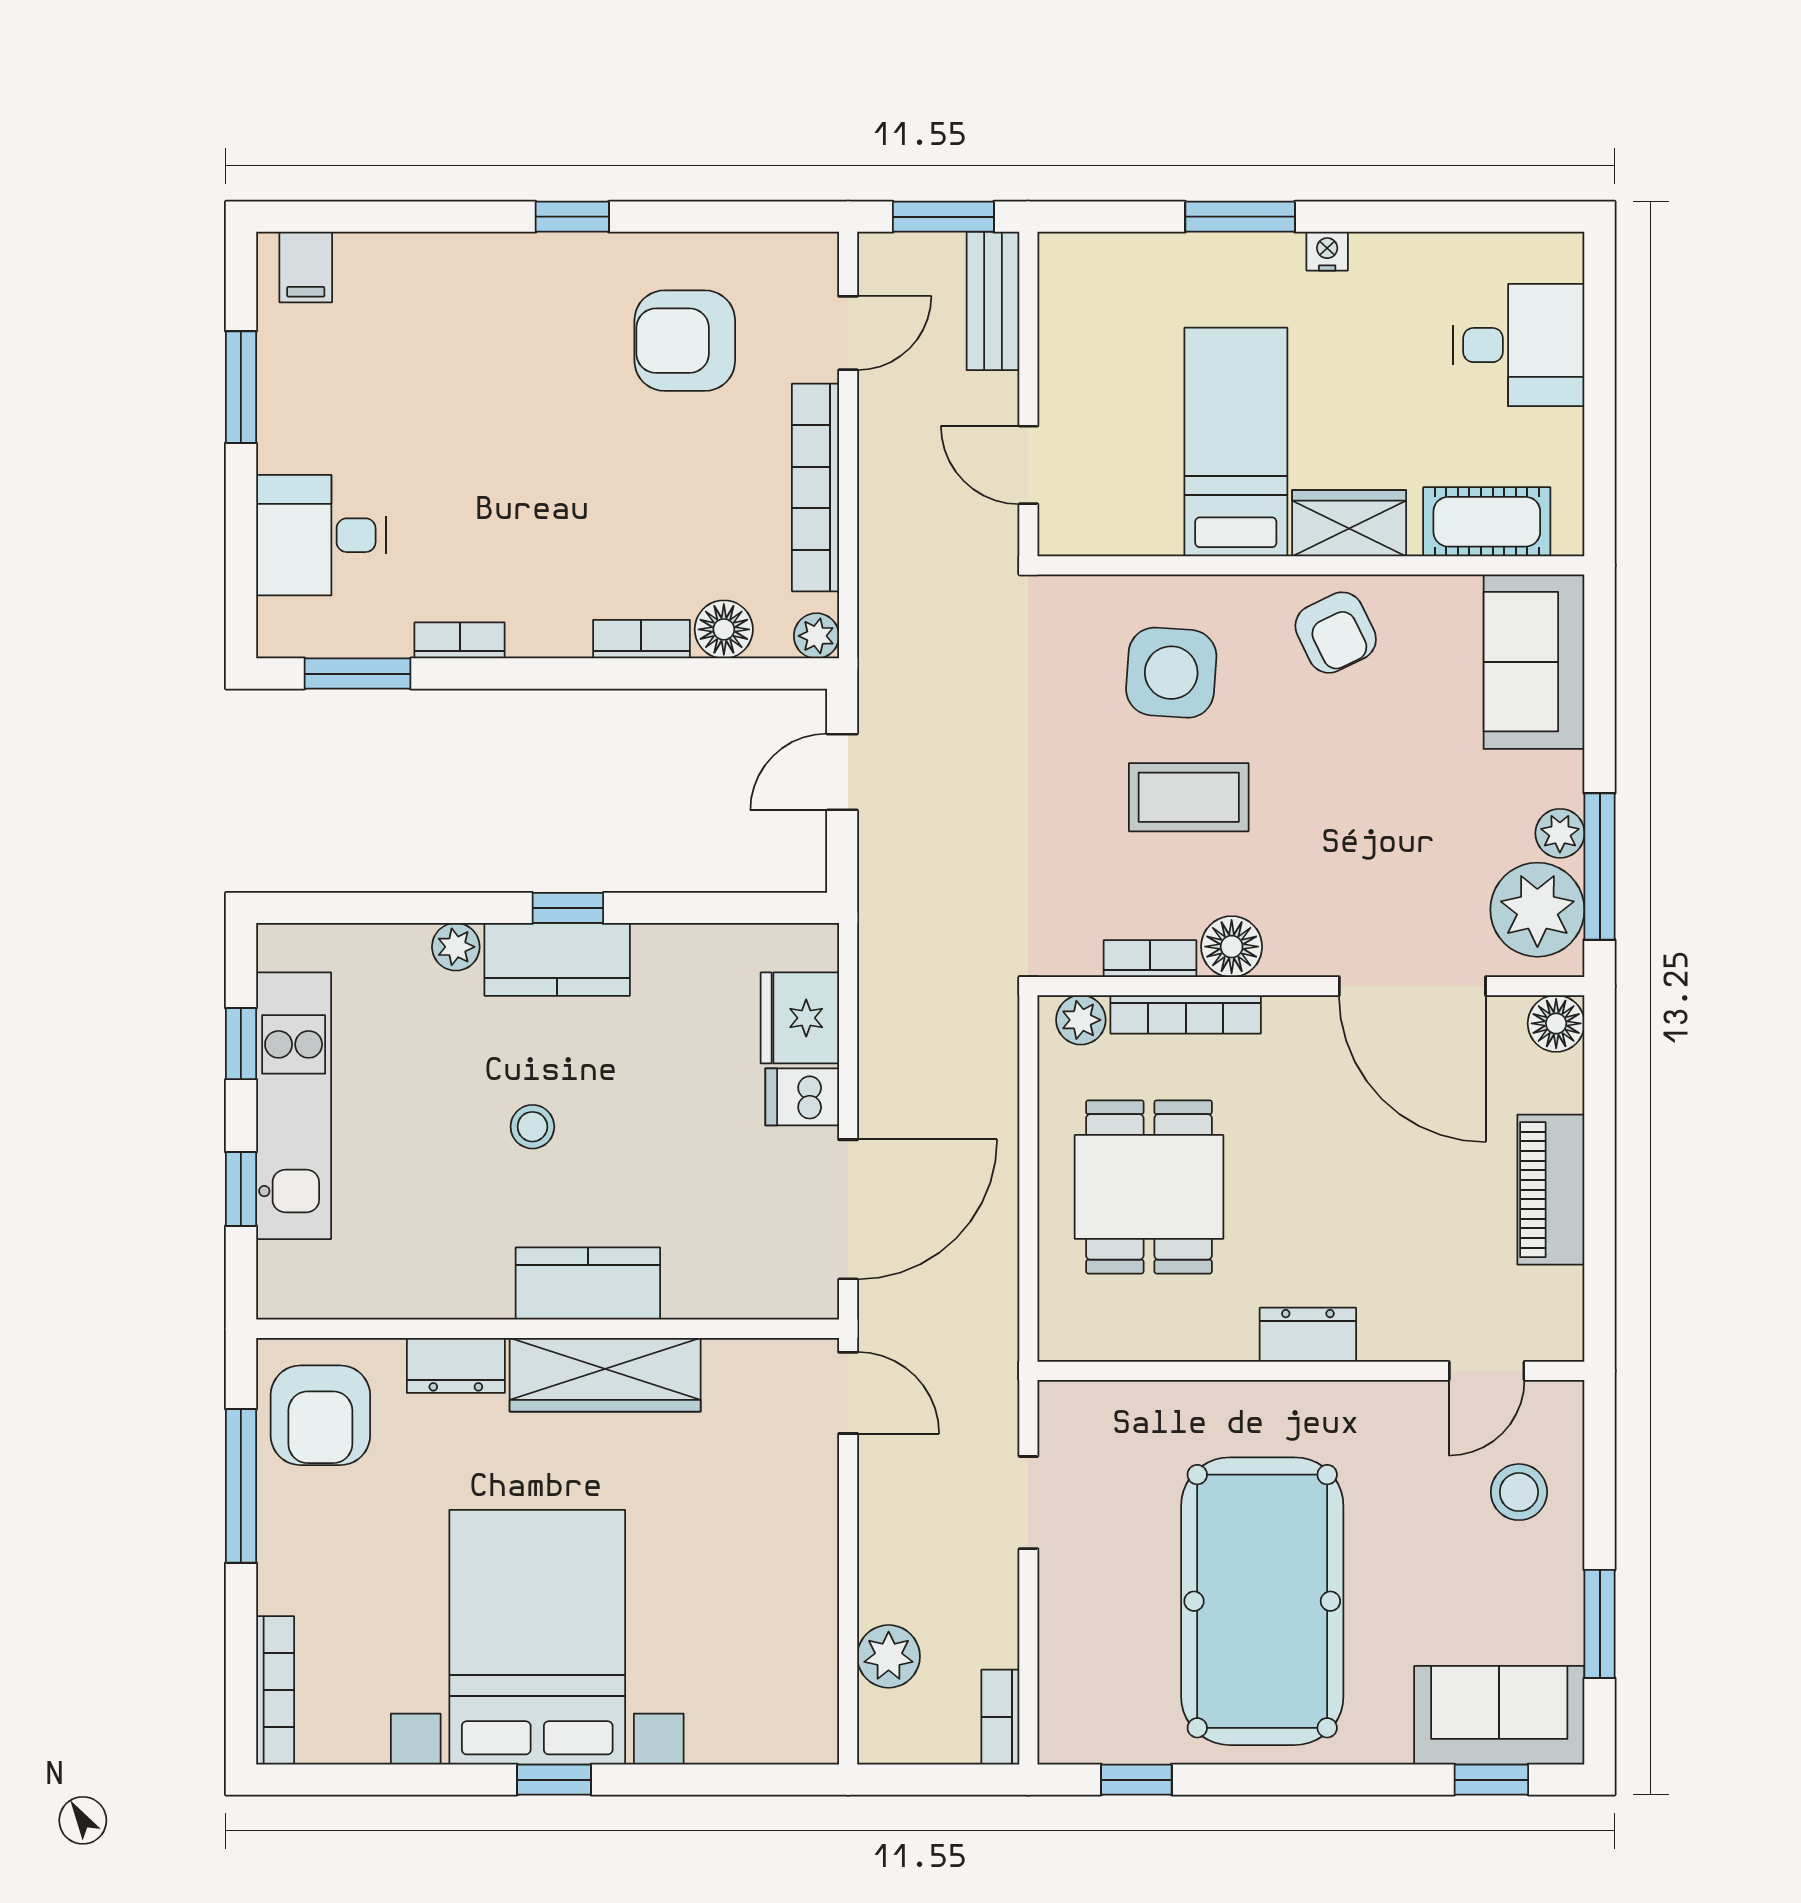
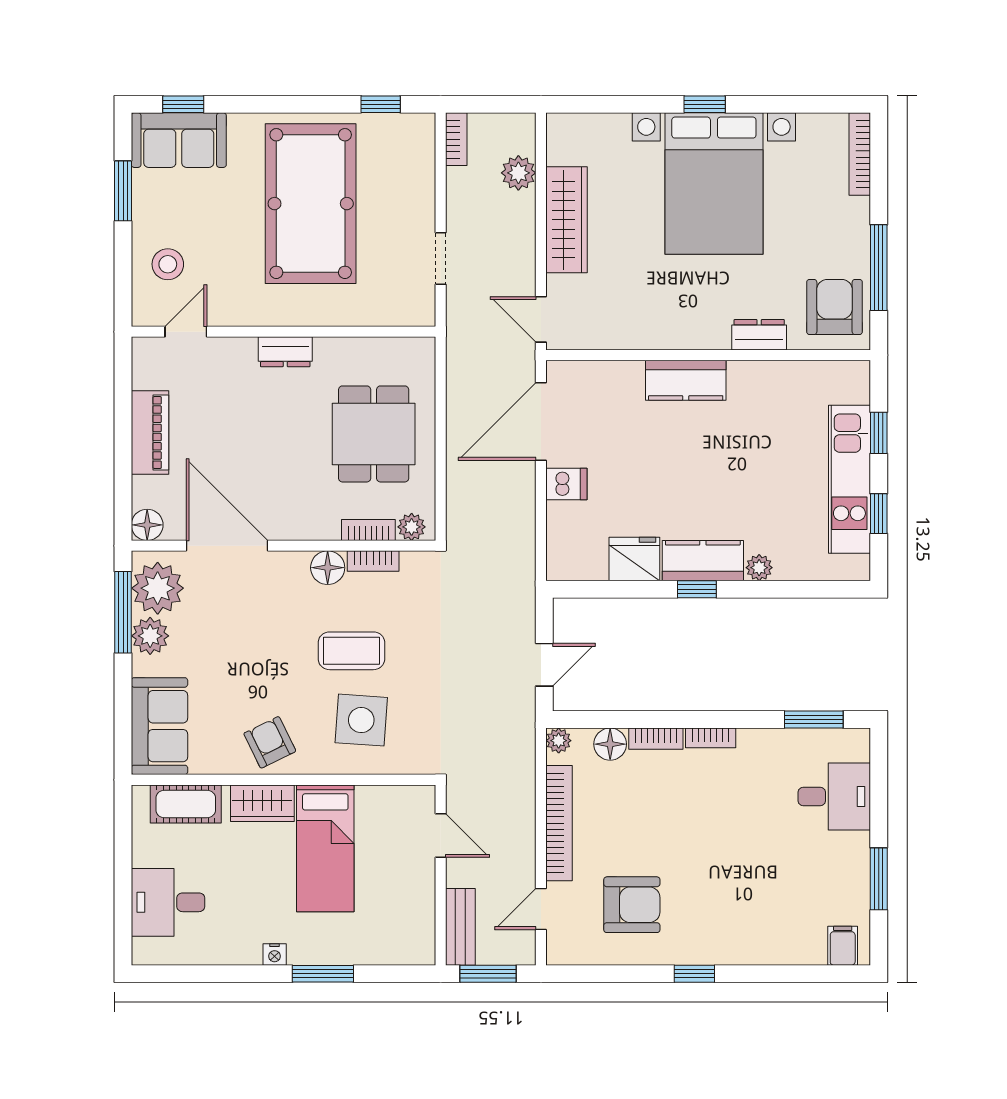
bookcase: (460, 640) -> (711, 738), moved
plant: (1560, 833) -> (150, 636), width x1.38, depth x1.38
bookcase: (1186, 1014) -> (368, 530), width x0.64
fridge: (800, 1018) -> (634, 559), moved, turned -90
stool: (532, 1127) -> (717, 467), removed
wardrobe: (605, 1375) -> (567, 220), moved, turned 90

